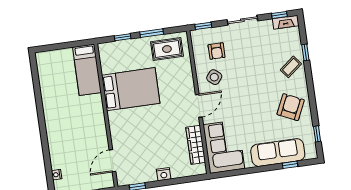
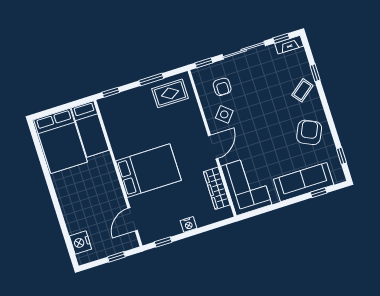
sliding door: (242, 20) -> (244, 50), width x1.37
window: (123, 37) -> (111, 92), moved
bed: (57, 76) -> (61, 141), added
bed: (131, 89) -> (148, 171), moved
nightstand: (57, 175) -> (80, 243), width x1.89, depth x1.79

